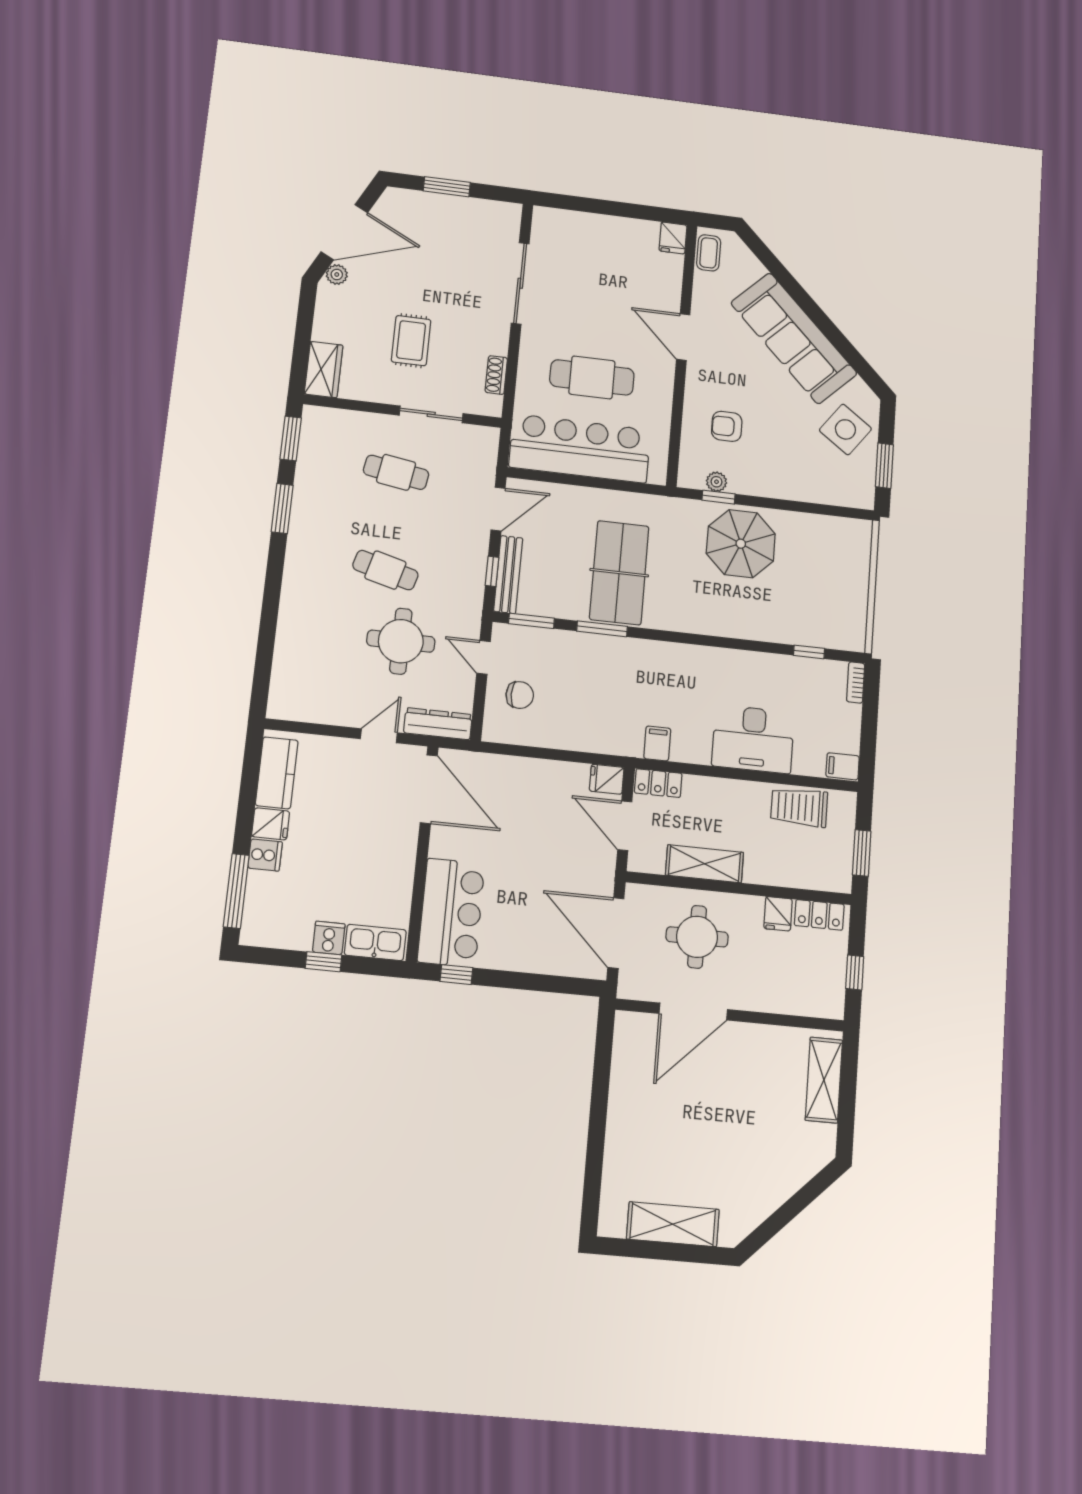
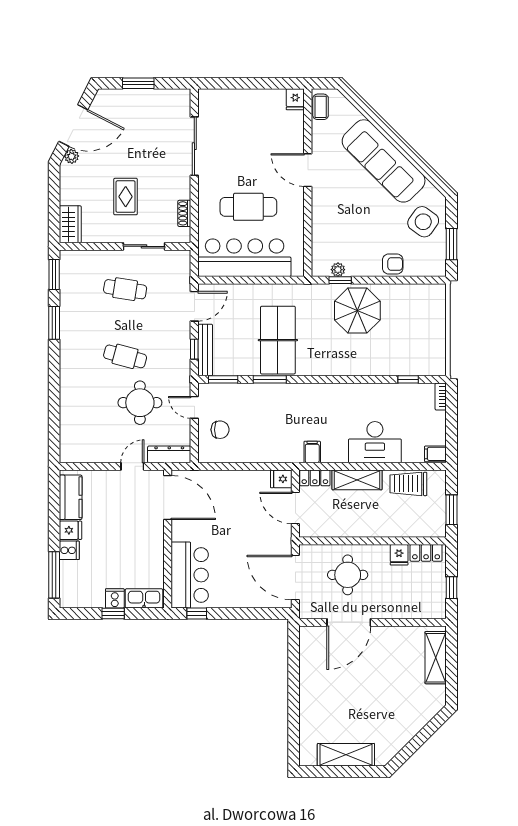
armchair: (727, 426) -> (393, 264), moved, turned 180
shelving: (705, 864) -> (357, 480), moved

